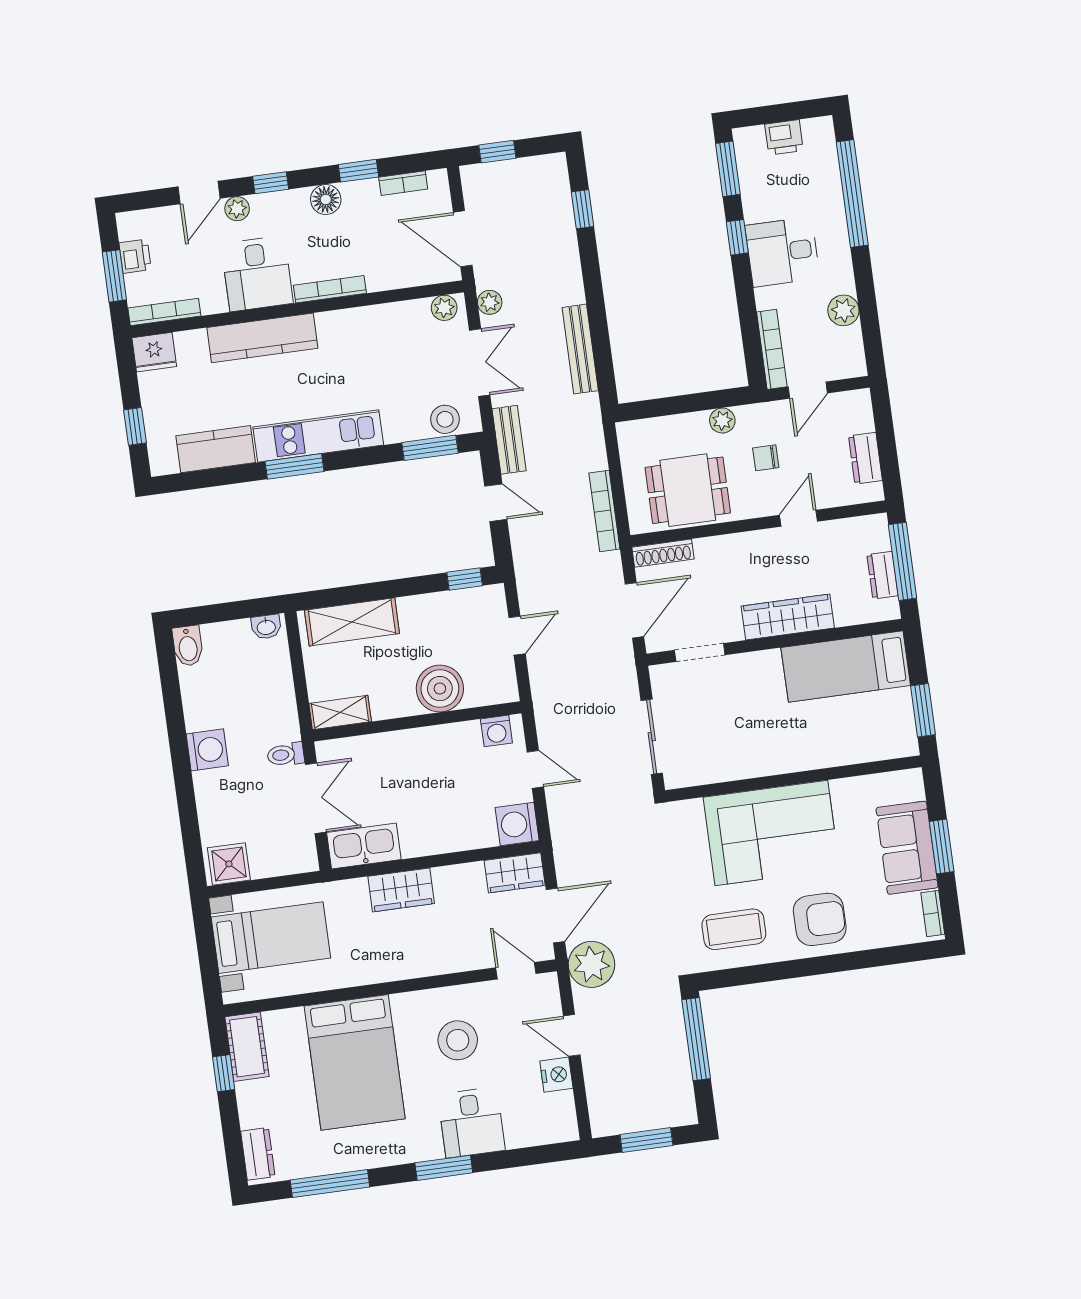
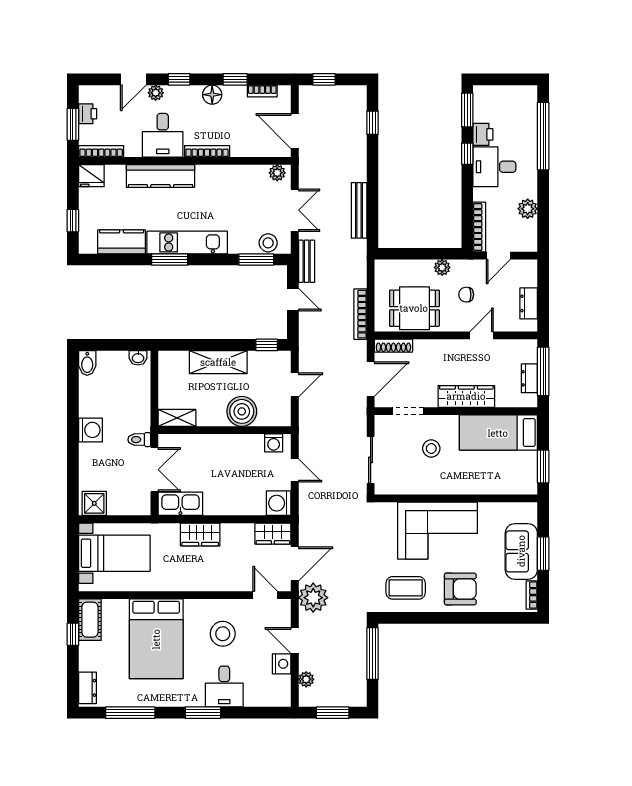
printer: (784, 137) -> (483, 134), moved, turned -90
plant: (490, 302) -> (306, 679), moved
shelving: (352, 622) -> (218, 362), moved
stool: (744, 706) -> (431, 448), added

